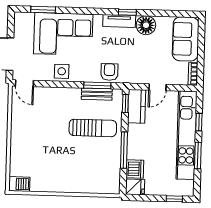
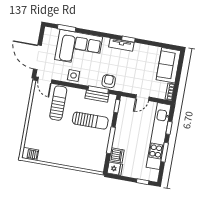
floor lamp: (146, 25) -> (141, 51), removed
kitchen counter: (137, 106) -> (125, 109), removed
sun lounger: (47, 111) -> (58, 103), added

